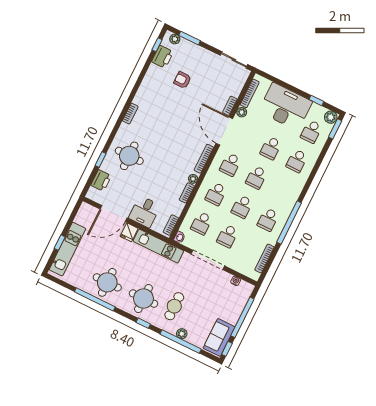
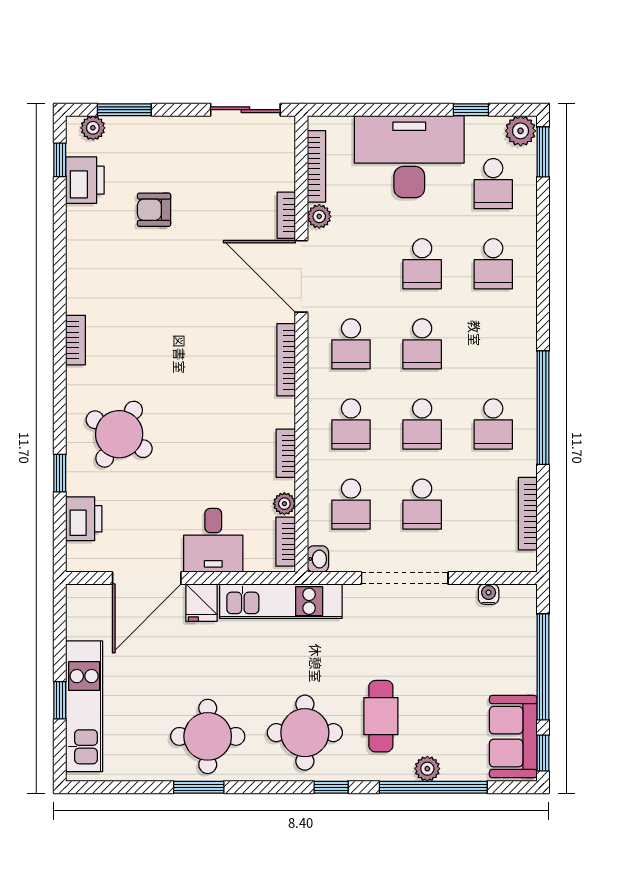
round table: (129, 156) -> (119, 434), turned 31
plant: (193, 179) -> (284, 504), moved
window: (95, 299) -> (199, 787), width x0.47

